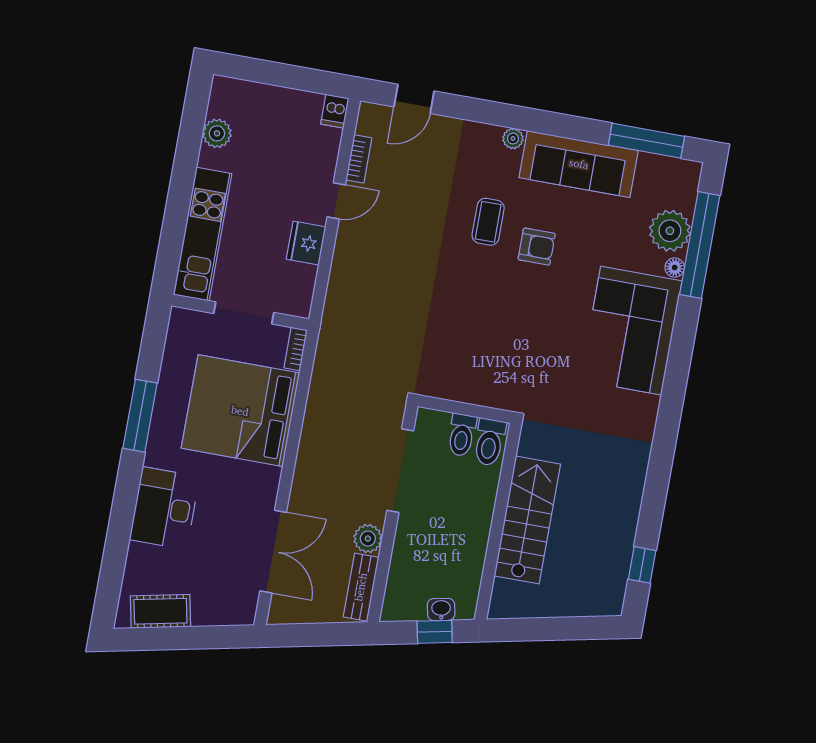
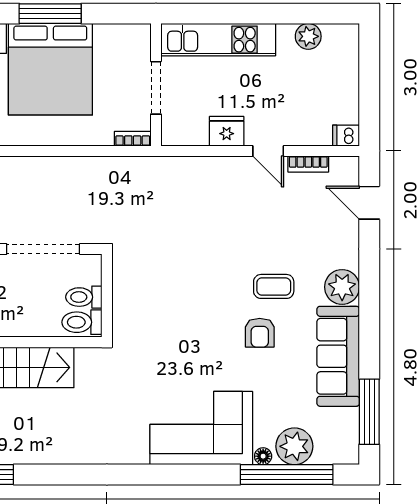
plant: (513, 139) -> (342, 287), width x1.88, depth x1.88
bed: (240, 411) -> (50, 69), moved, turned 180

